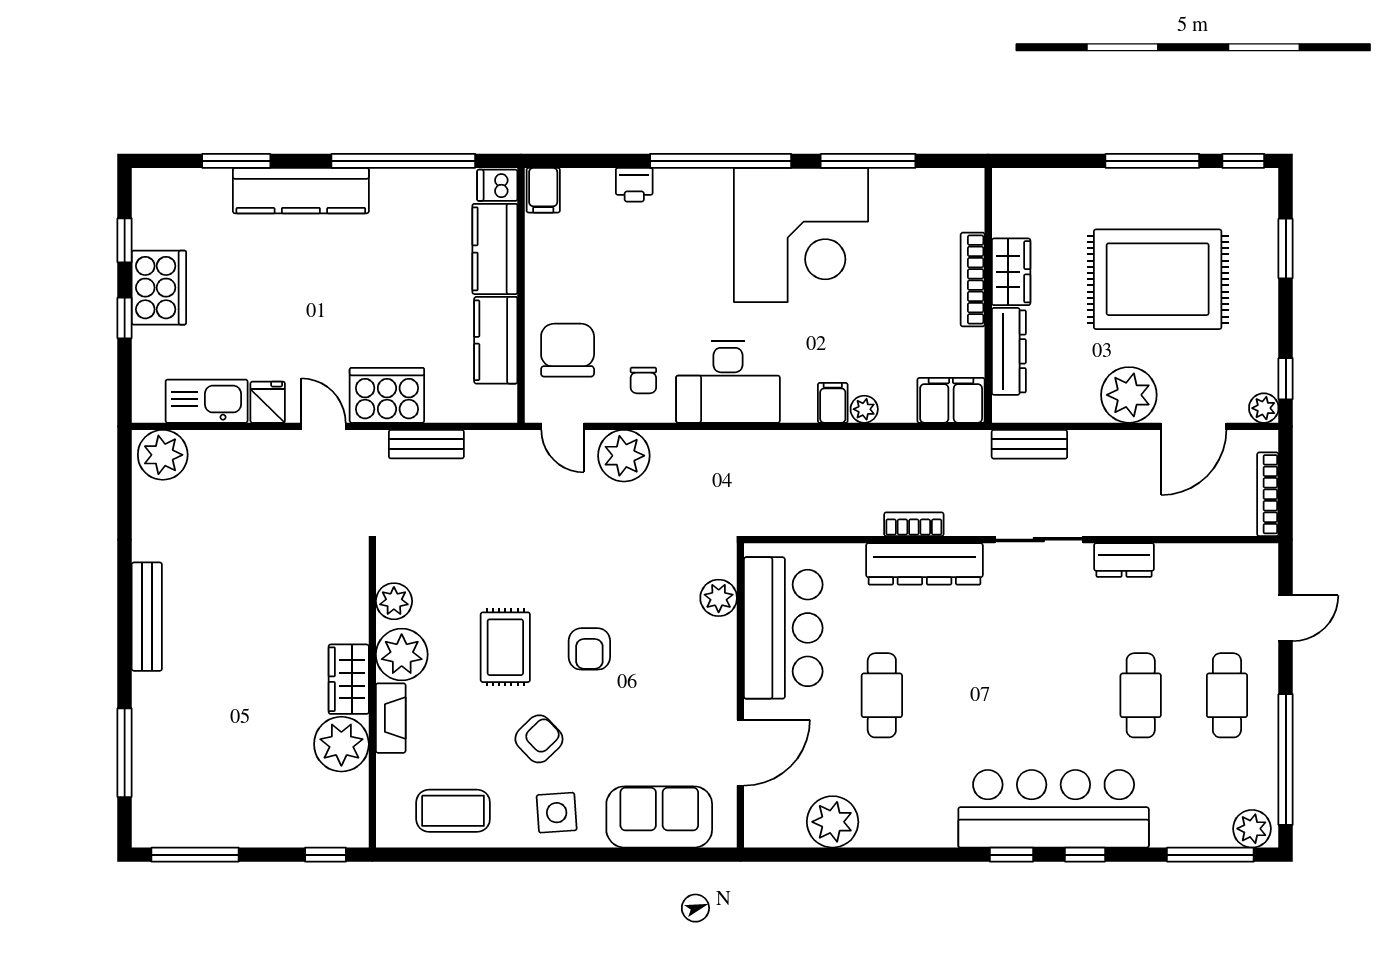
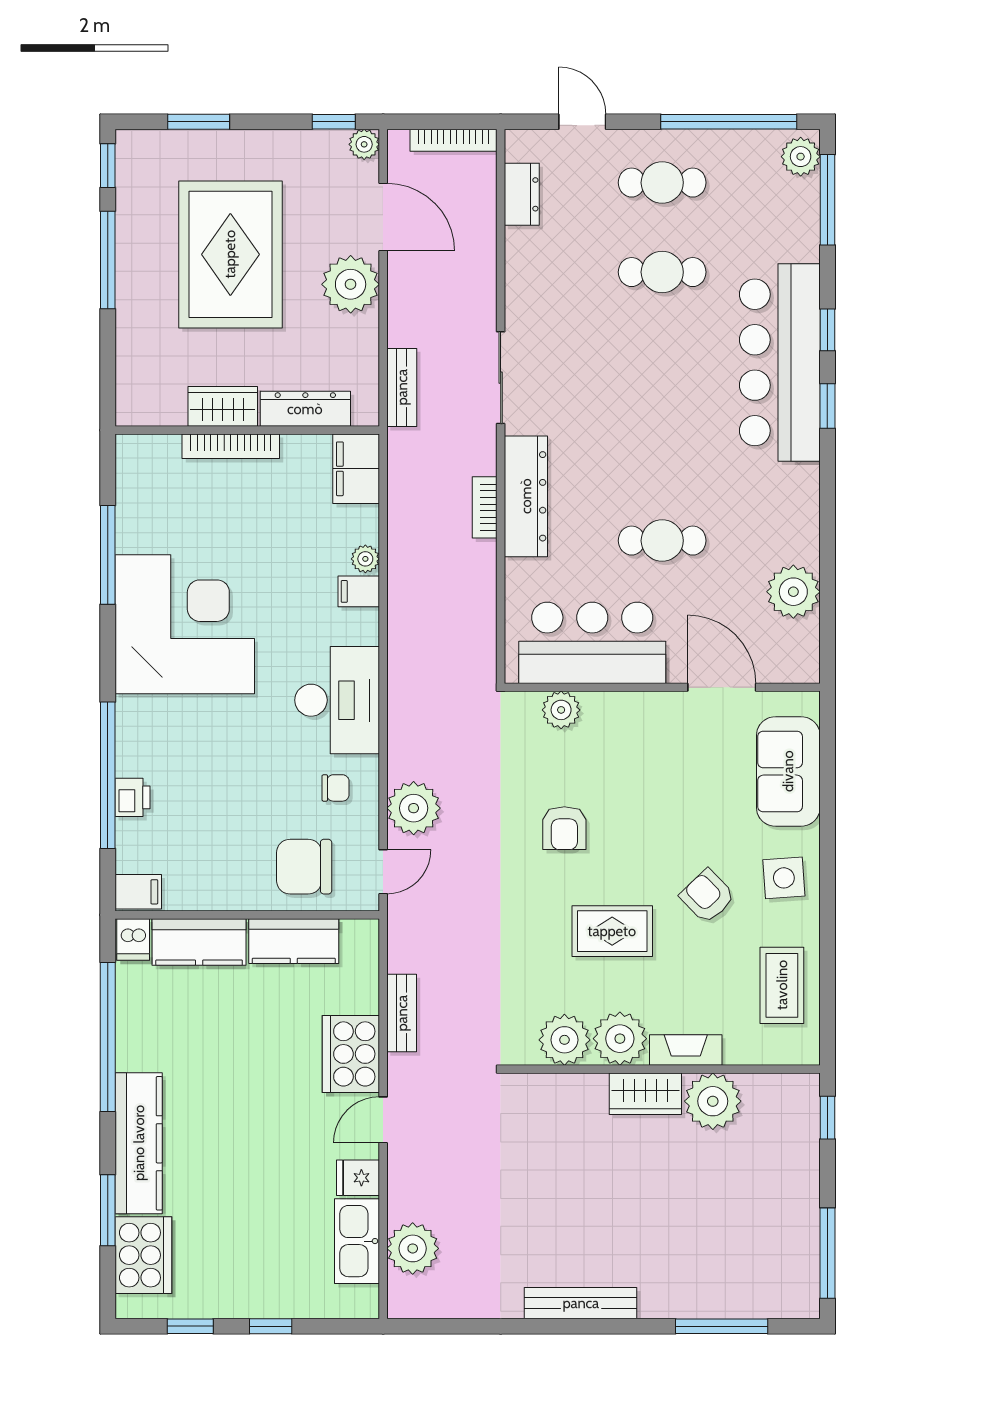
window: (721, 161) -> (108, 775), moved
cooker: (159, 288) -> (143, 1255), moved, turned 90
plant: (163, 455) -> (413, 1248), moved
dresser: (1124, 560) -> (522, 194), moved
plant: (394, 601) -> (564, 1040), width x1.36, depth x1.36
armchair: (589, 649) -> (564, 828), moved, turned 90

